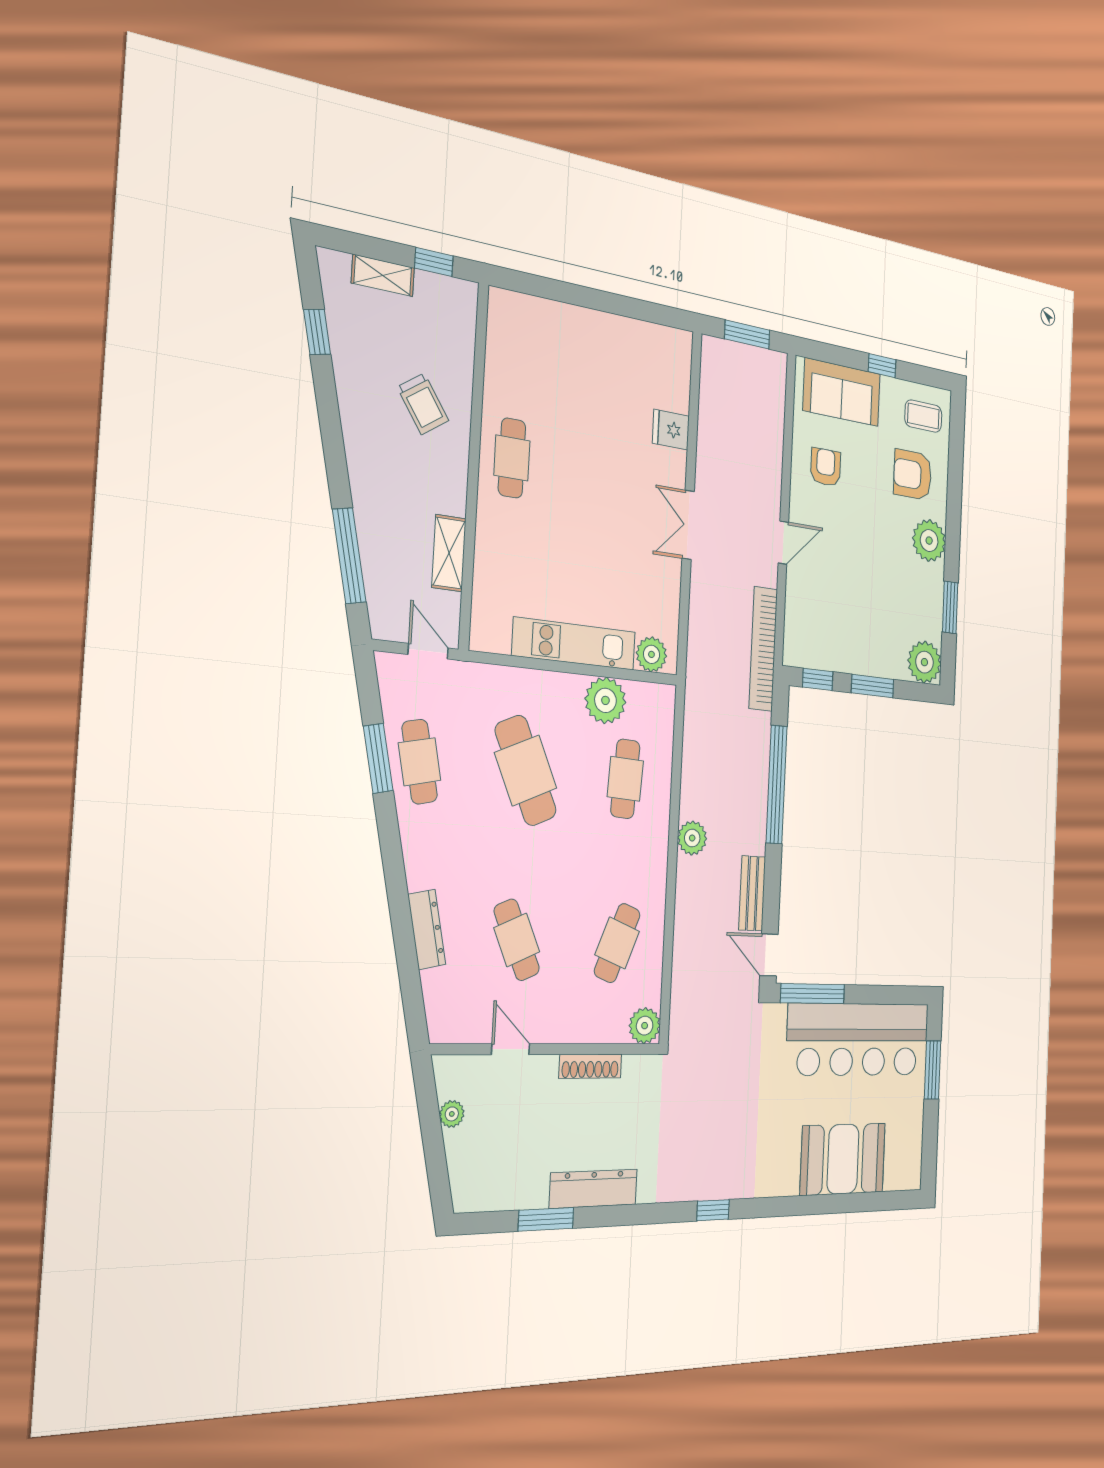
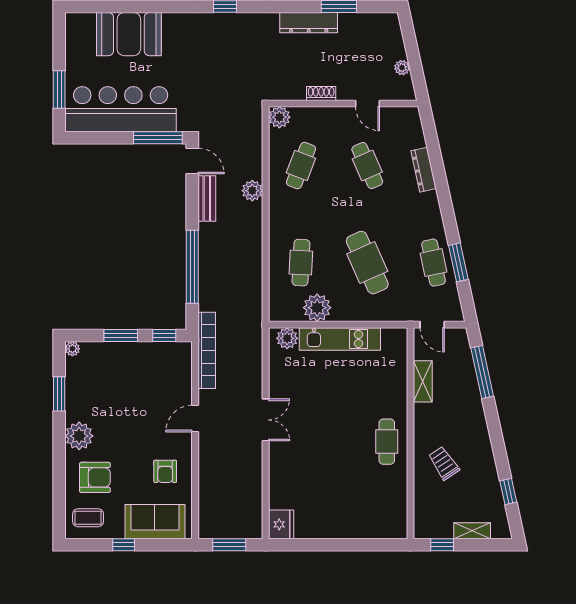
fridge: (671, 430) -> (281, 524), moved, width x1.38
plant: (924, 662) -> (72, 349), width x0.53, depth x0.53
plant: (692, 838) -> (252, 191), moved
shoe rack: (590, 1066) -> (321, 93), width x0.70

